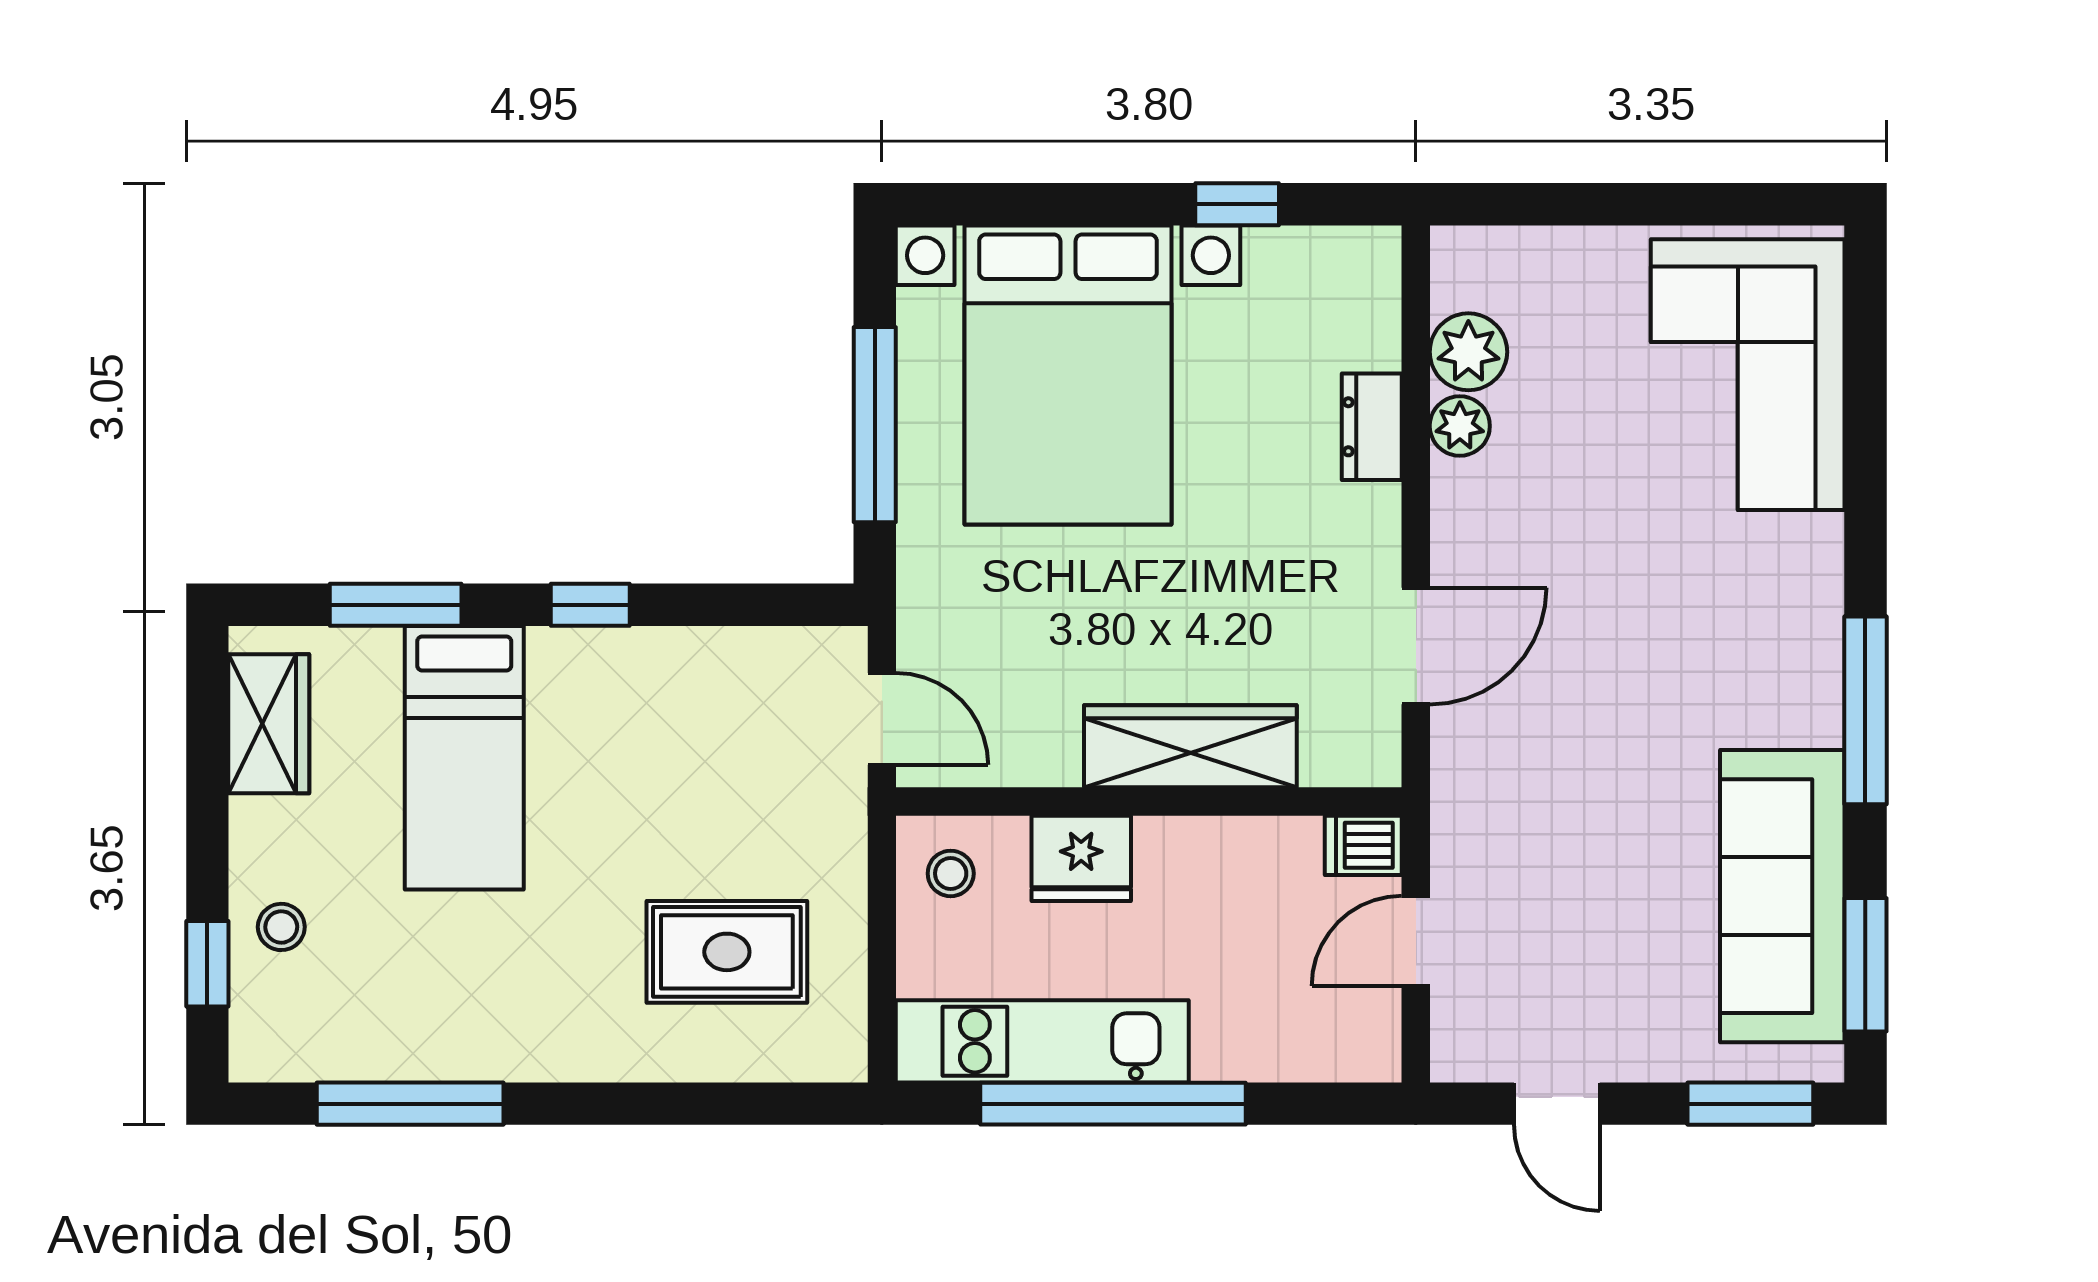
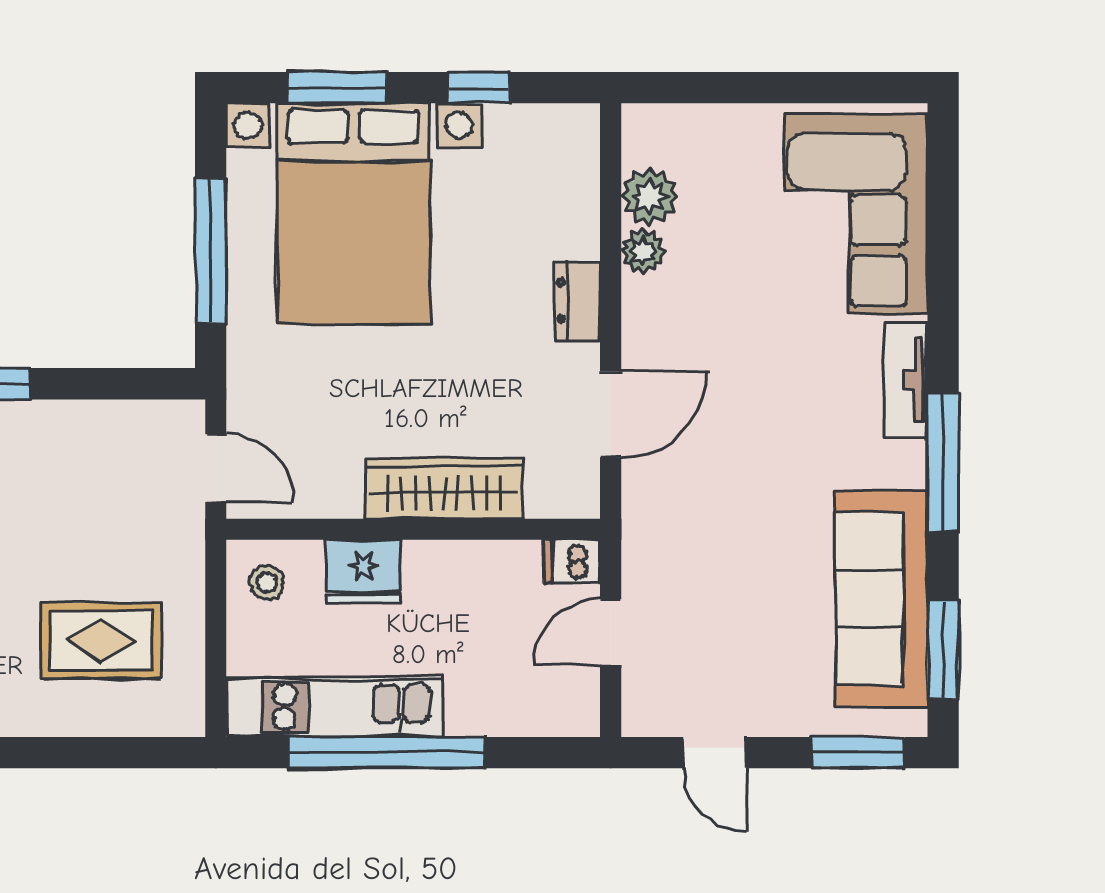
window: (1045, 204) -> (337, 88), added
dresser: (1372, 427) -> (578, 300), moved
tv unit: (1814, 600) -> (905, 381), added

